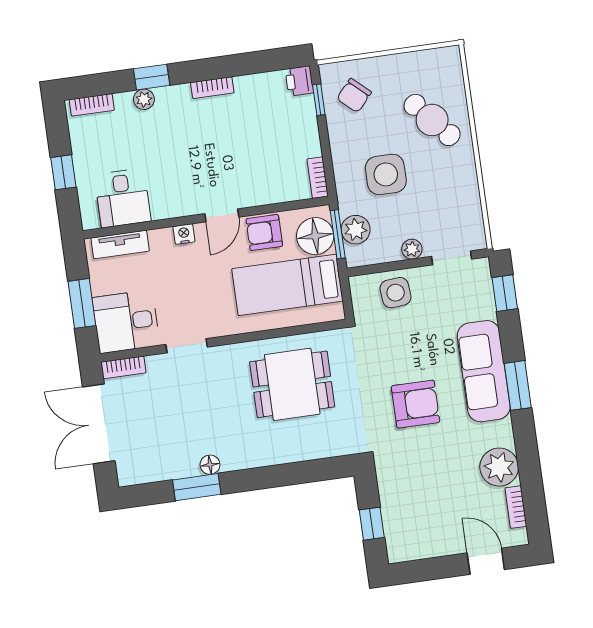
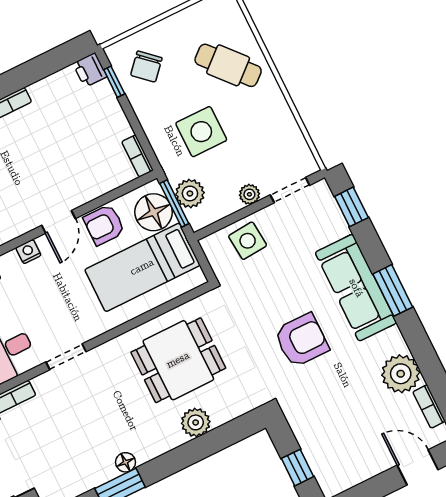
plant: (289, 449) -> (196, 422), added

